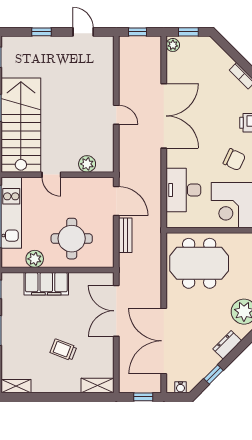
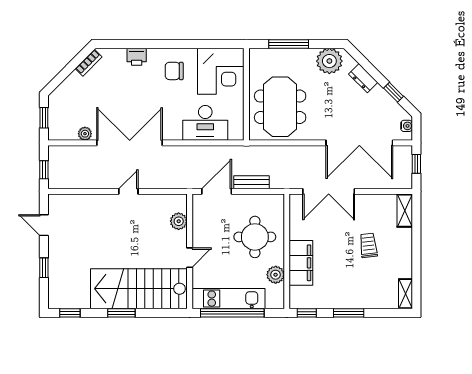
door: (83, 32) -> (44, 225), hinge flipped
plant: (173, 45) -> (85, 134), moved
chair: (234, 160) -> (174, 71), turned -115
trolley: (63, 350) -> (368, 245), turned 152

